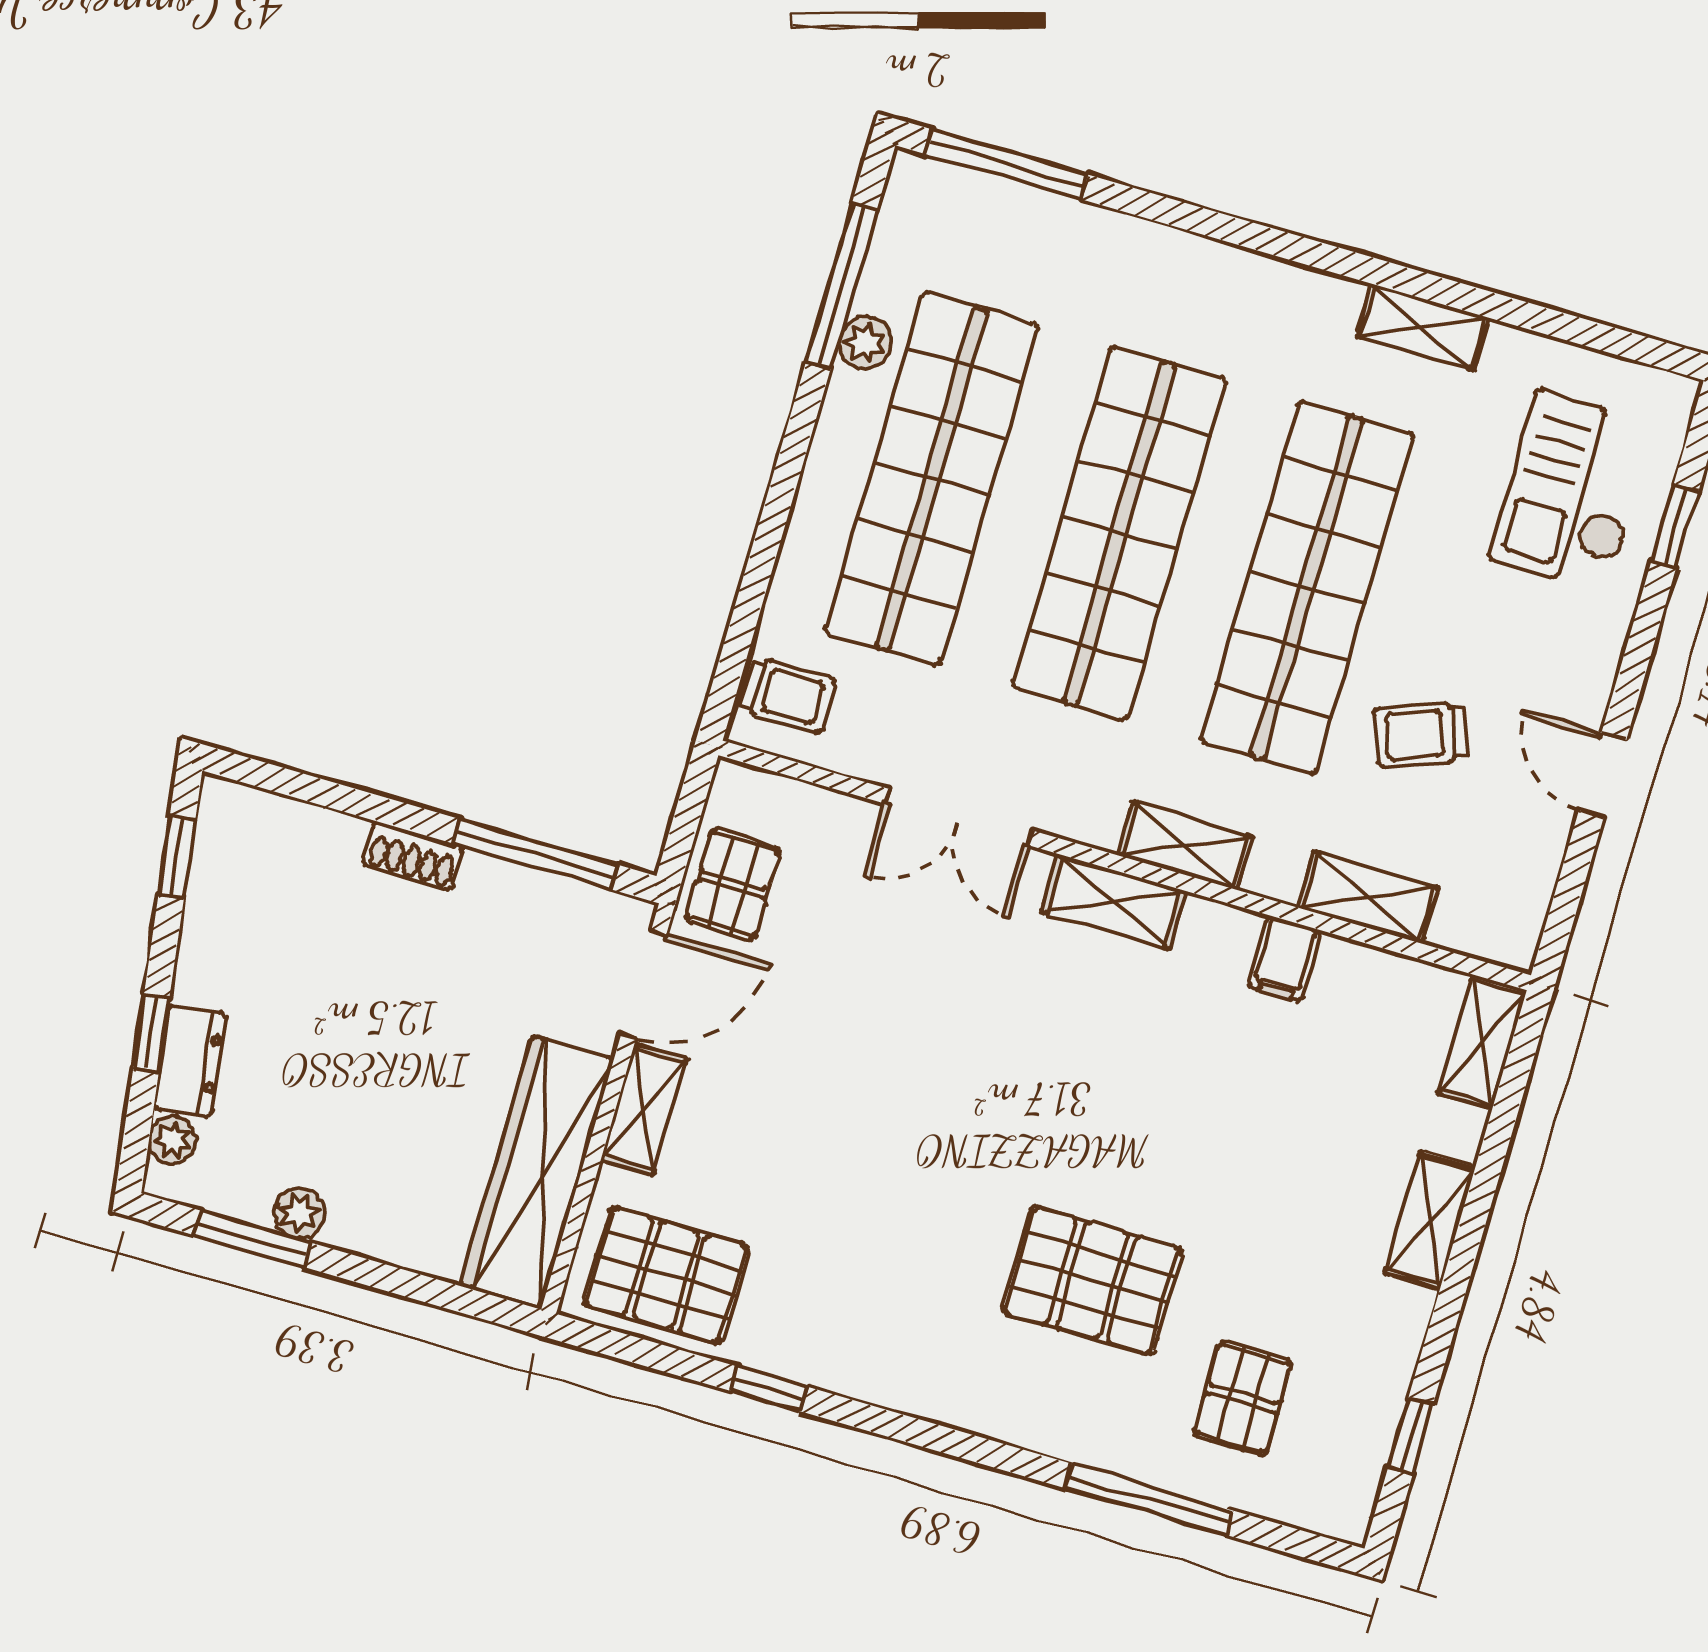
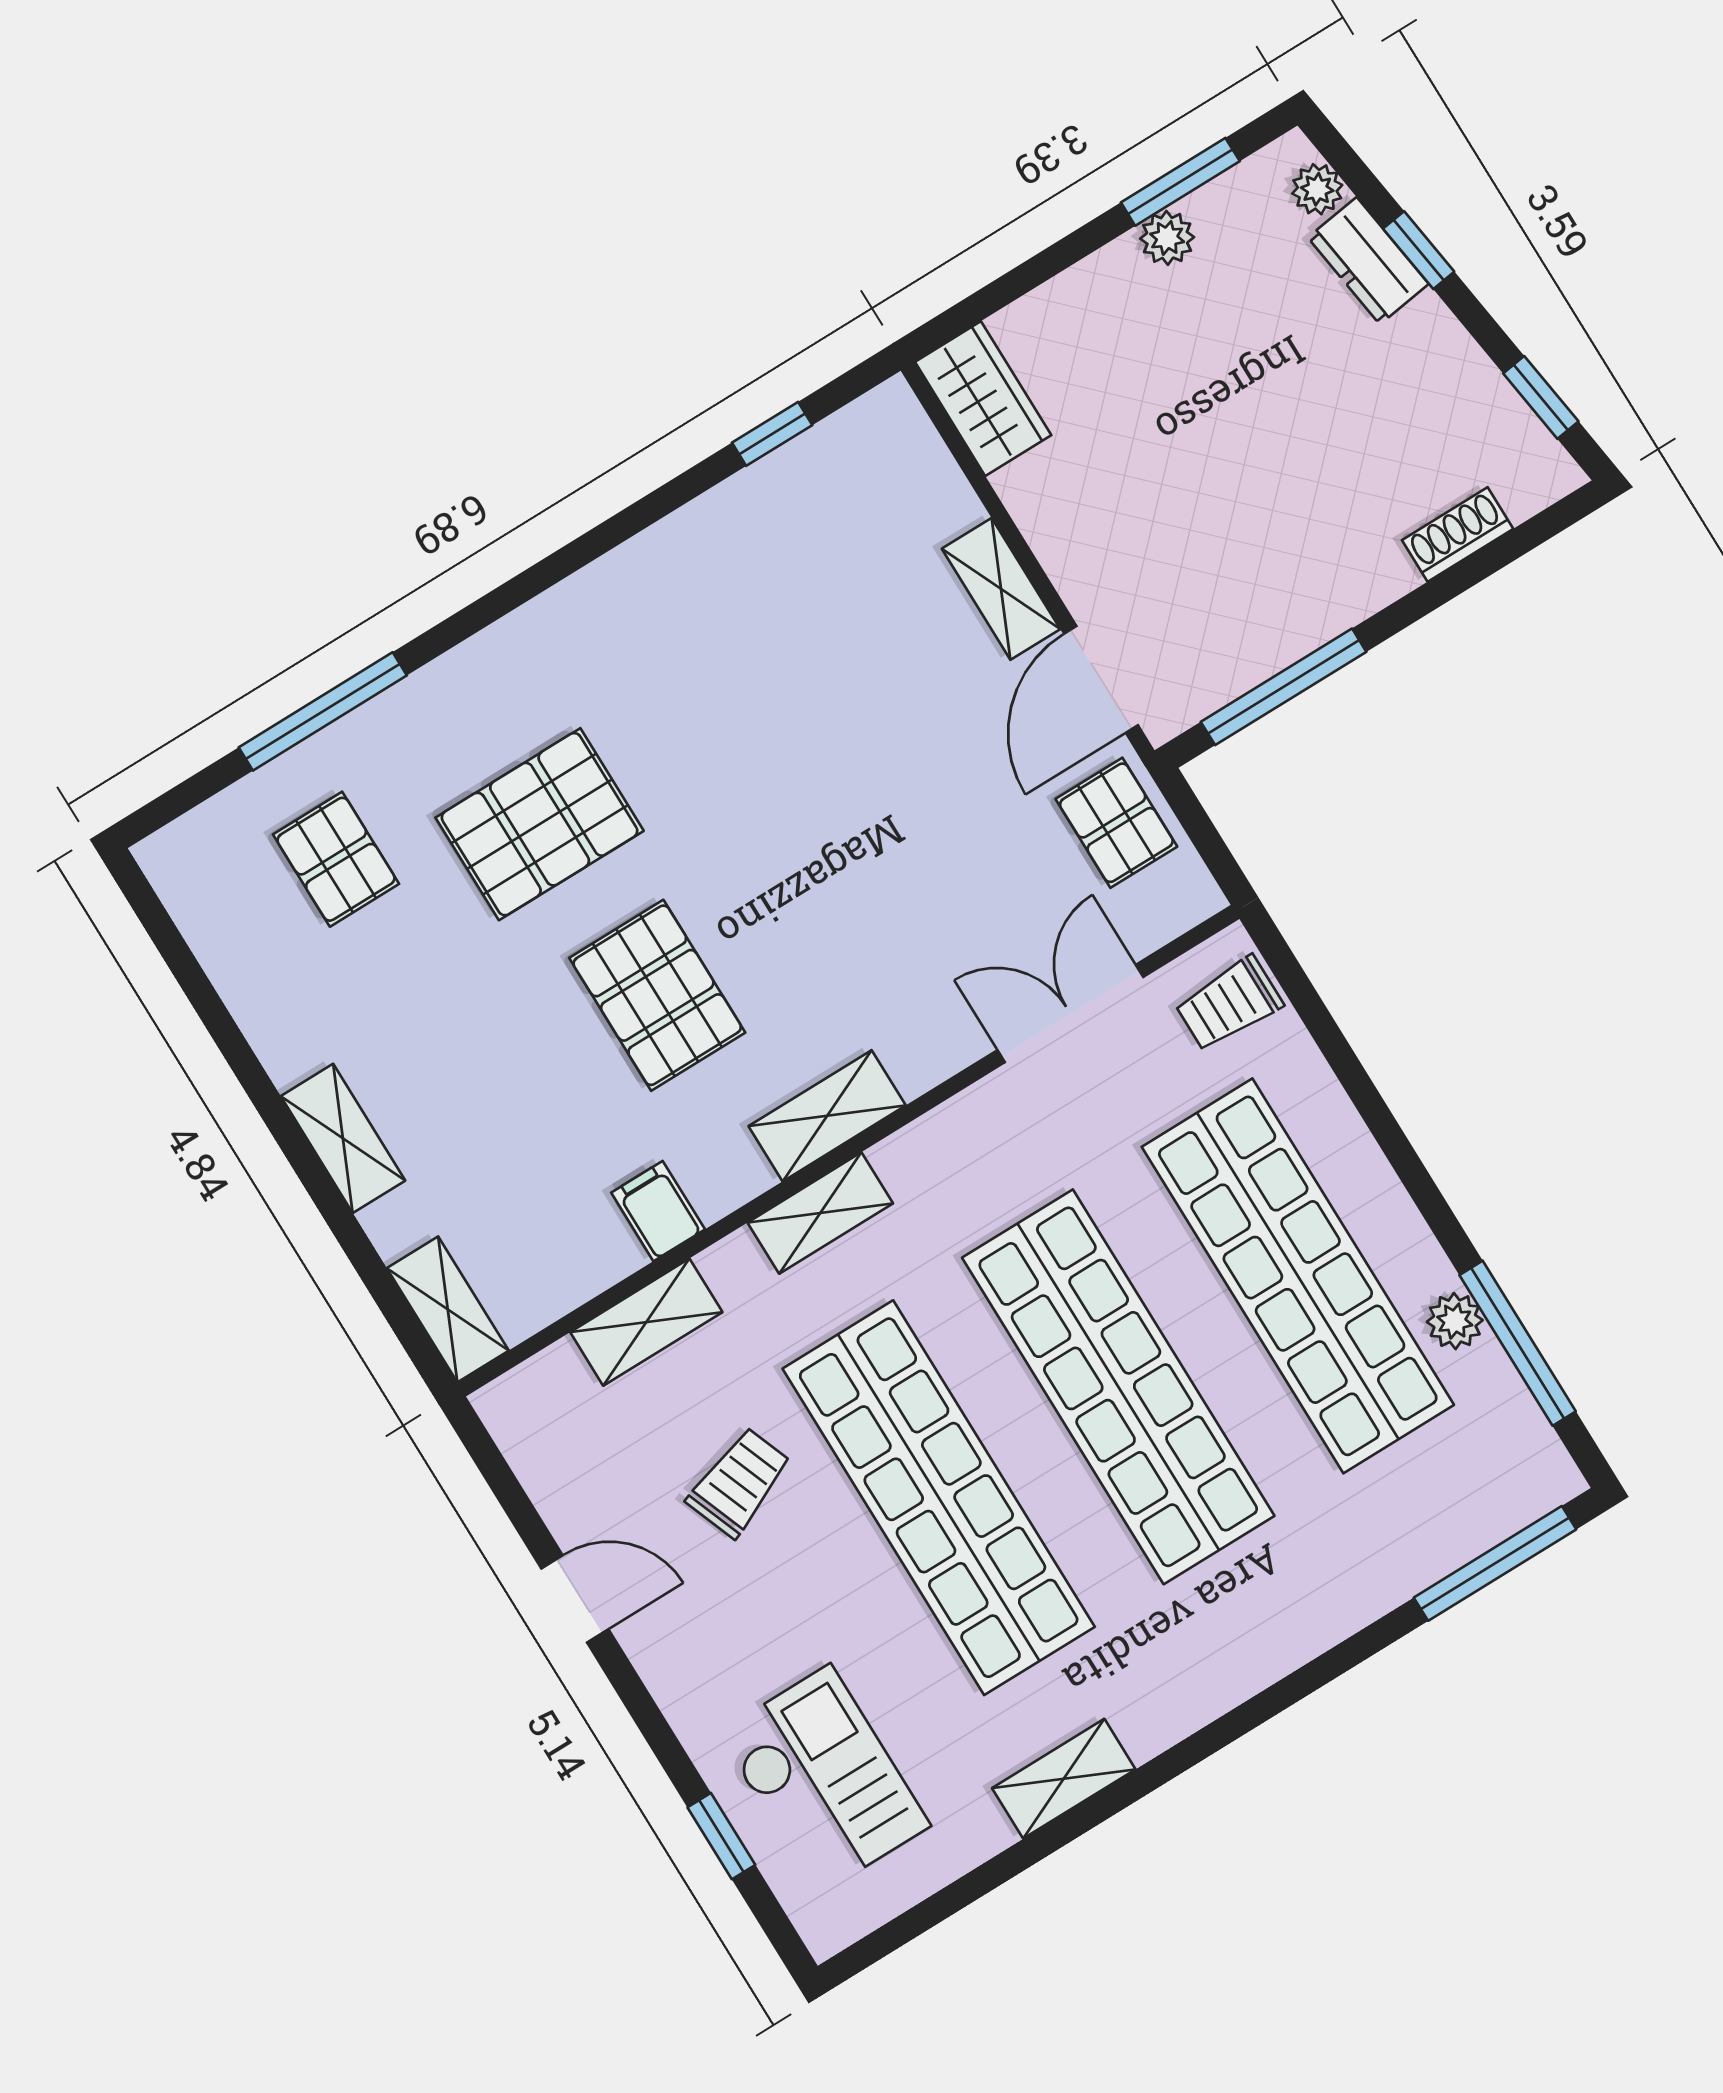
double door: (959, 817) -> (1070, 1014), moved
shoe rack: (413, 855) -> (1458, 534), moved
wardrobe: (537, 1172) -> (983, 399), width x0.48, depth x0.85
pallet: (666, 1275) -> (657, 995), moved, turned 90
window: (769, 1389) -> (772, 434), moved
window: (1411, 1436) -> (185, 967), removed

